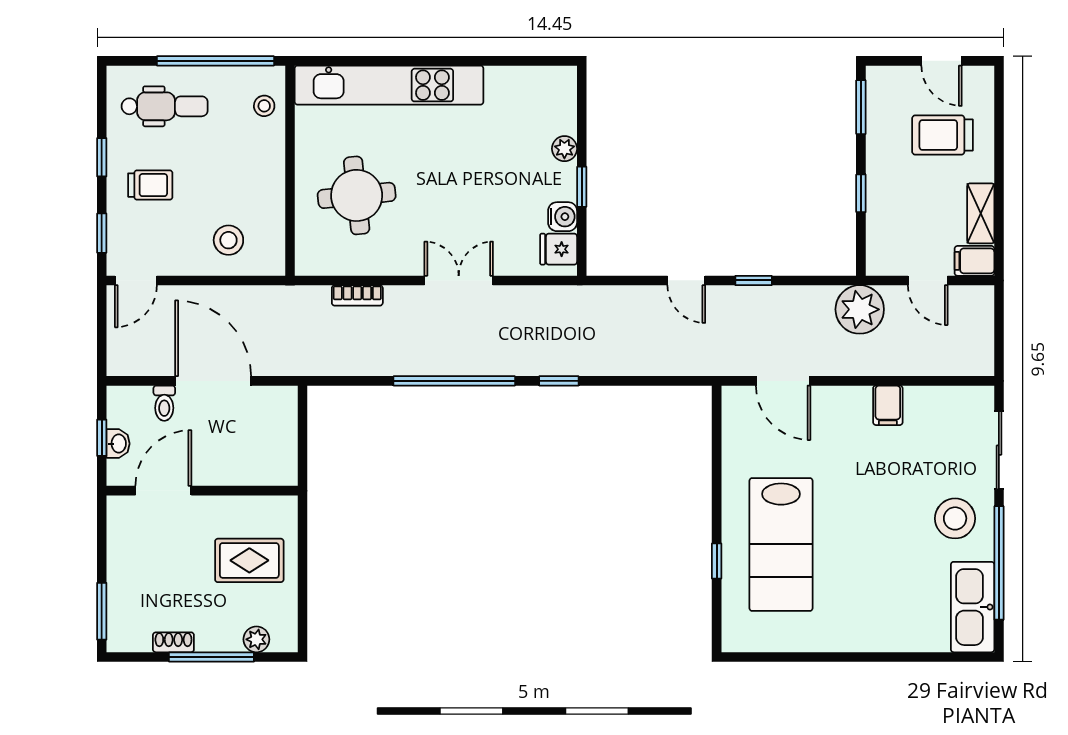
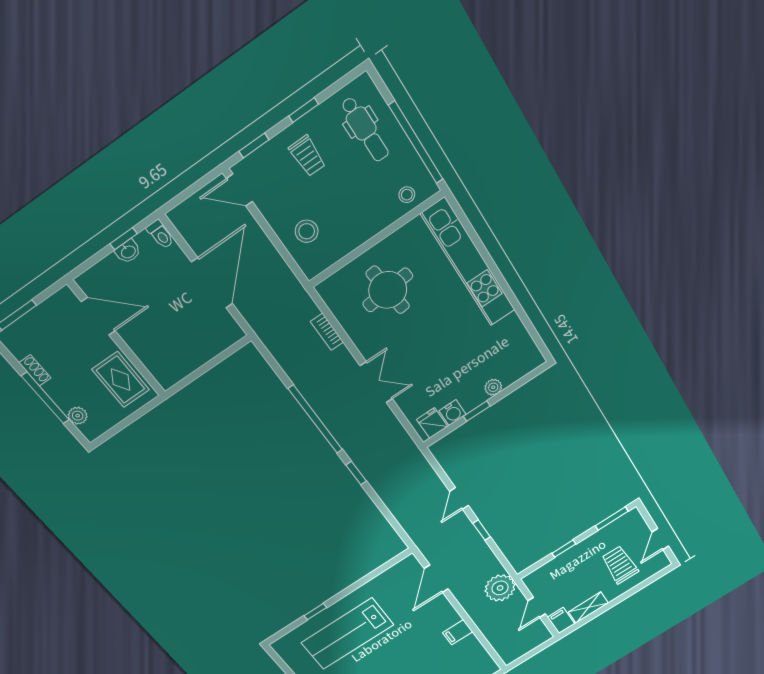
toilet: (164, 403) -> (160, 234), moved, turned -90
door: (163, 491) -> (98, 316), moved
wall: (202, 491) -> (117, 339), moved

